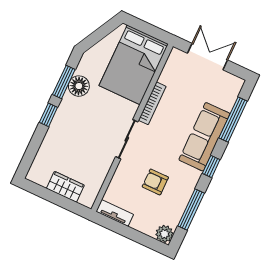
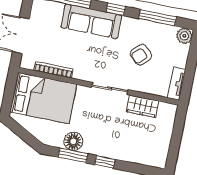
bookcase: (152, 103) -> (53, 70), moved
armchair: (155, 182) -> (141, 55), turned 44
wardrobe: (65, 187) -> (143, 106), moved, turned -90

